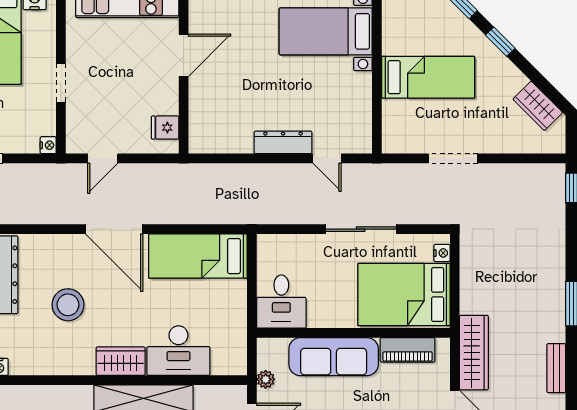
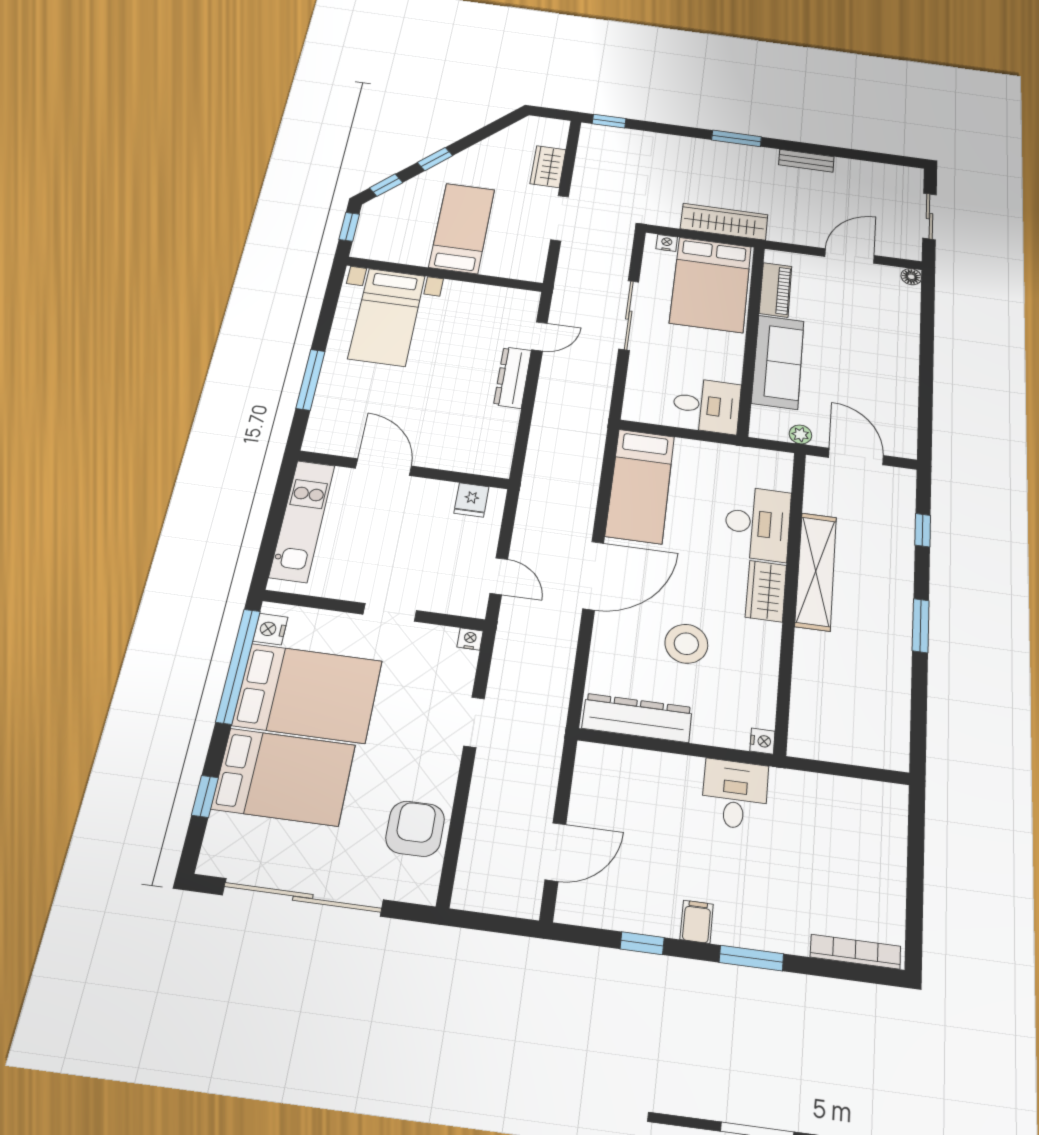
wardrobe: (538, 106) -> (548, 167), moved, turned 135
wardrobe: (474, 353) -> (724, 222), moved

